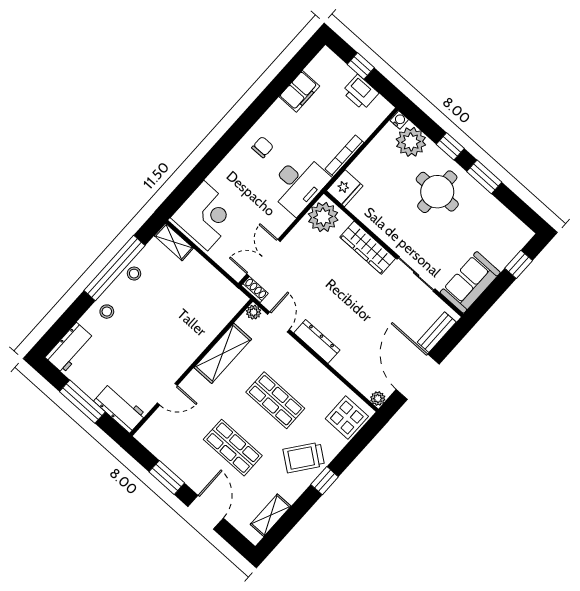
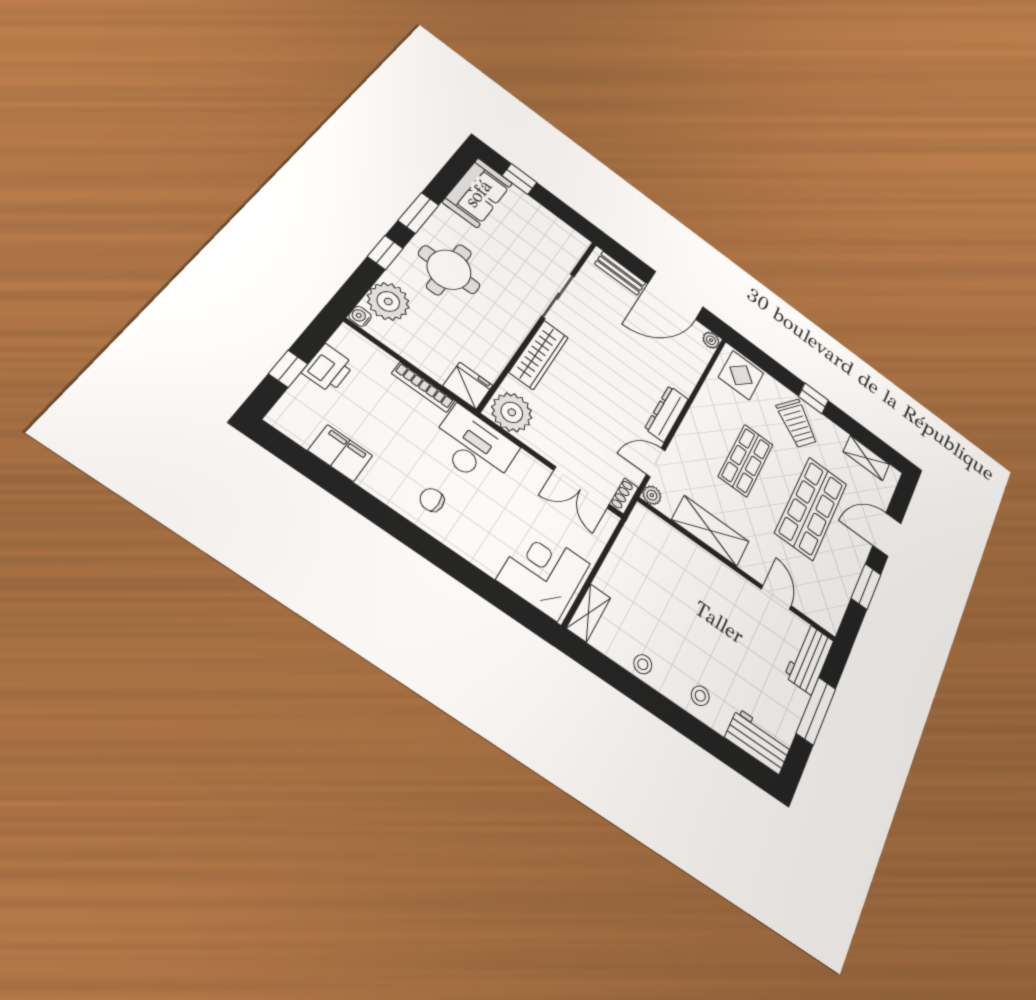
window: (114, 268) -> (642, 694), removed
sofa: (470, 282) -> (478, 193), moved, turned -90
shop shelf: (233, 448) -> (811, 508), width x1.43, depth x1.36

